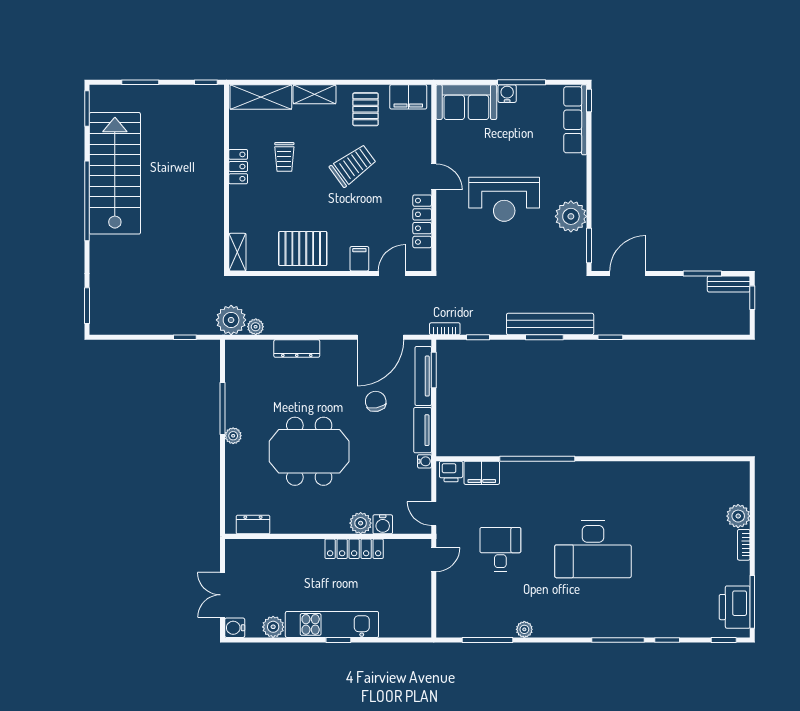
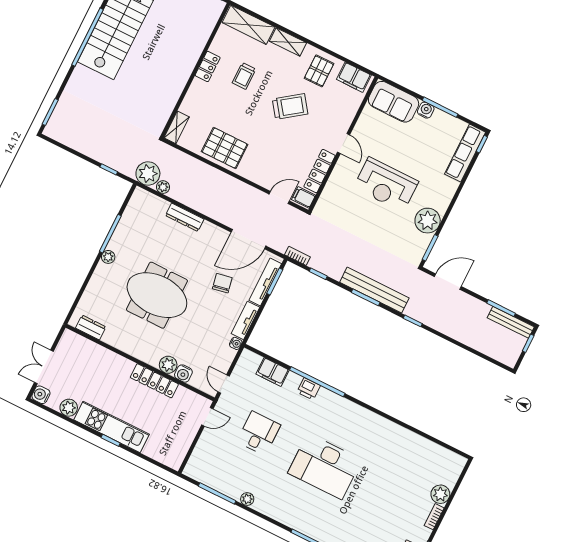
filing cabinet: (359, 259) -> (304, 197), moved, turned -90
bench: (729, 284) -> (511, 322), width x1.36
printer: (451, 472) -> (309, 389), moved

